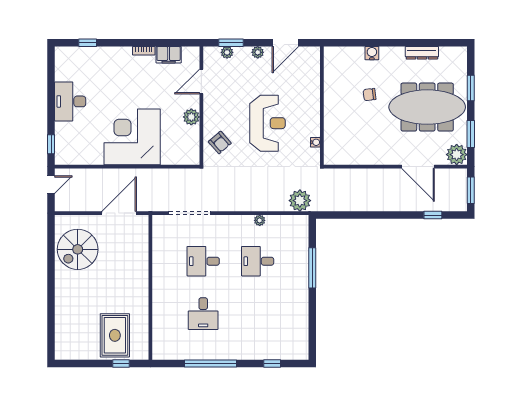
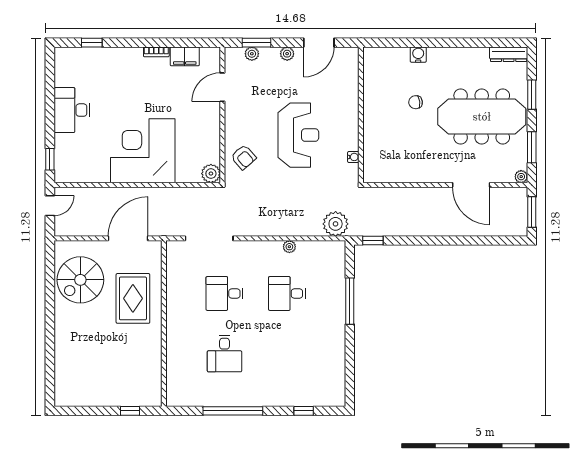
dresser: (422, 53) -> (509, 54), moved
plant: (191, 117) -> (211, 174), moved
plant: (457, 155) -> (521, 177), width x0.53, depth x0.53
window: (433, 215) -> (373, 241), moved
rug: (115, 335) -> (133, 298), moved

